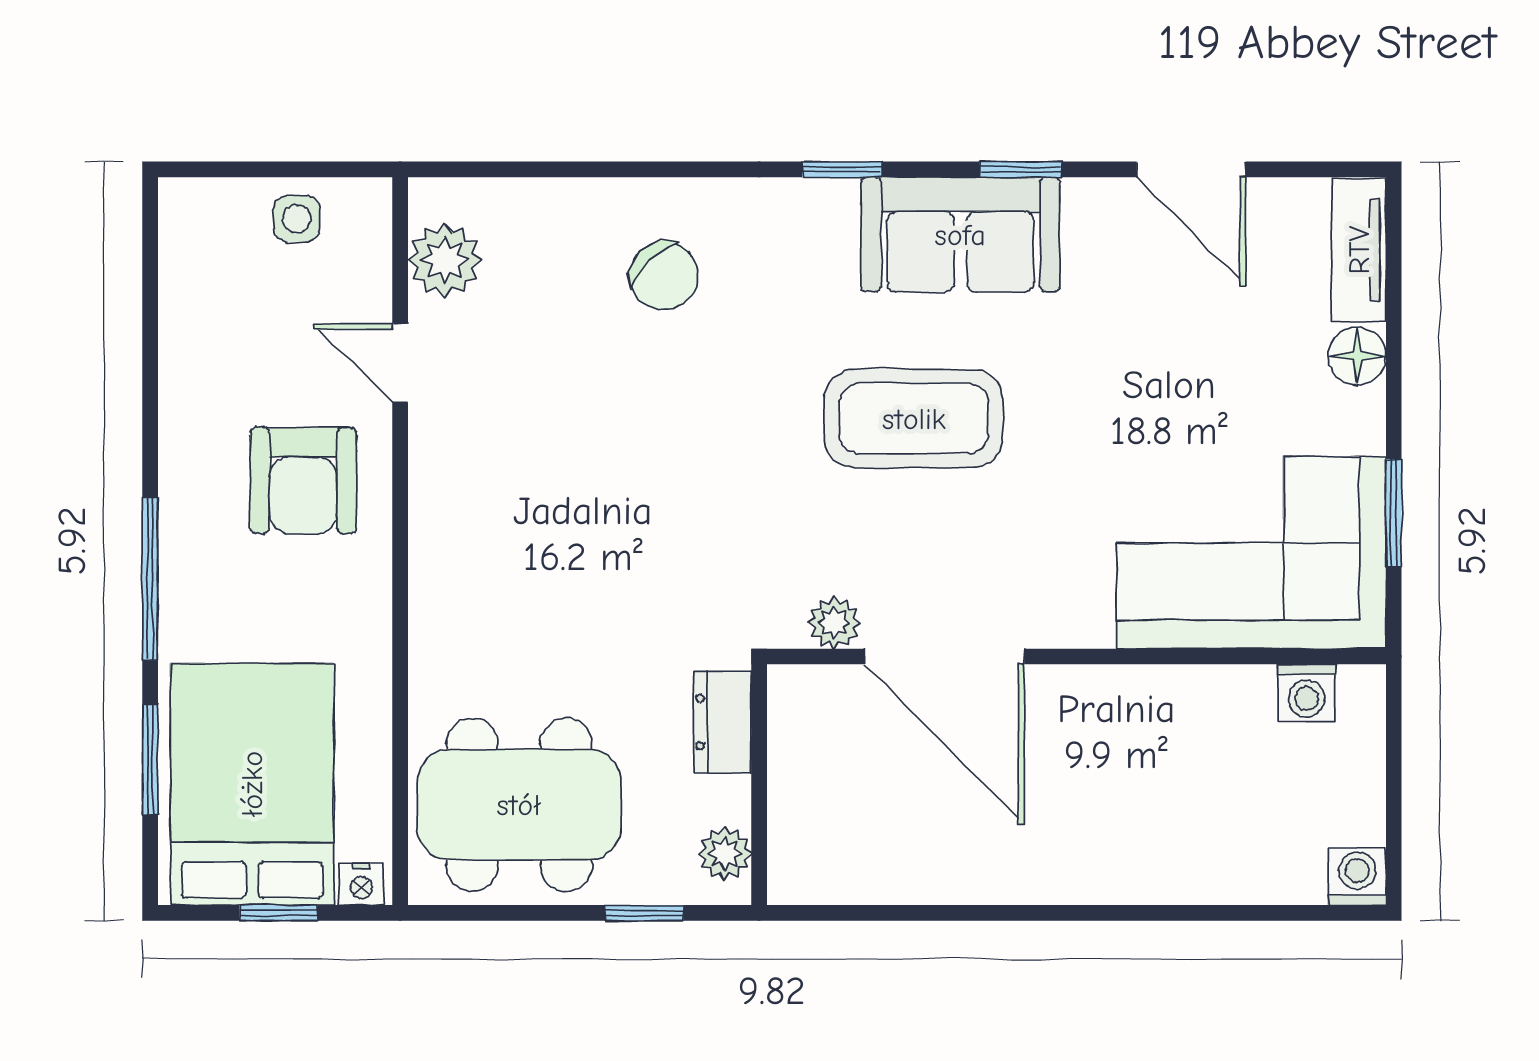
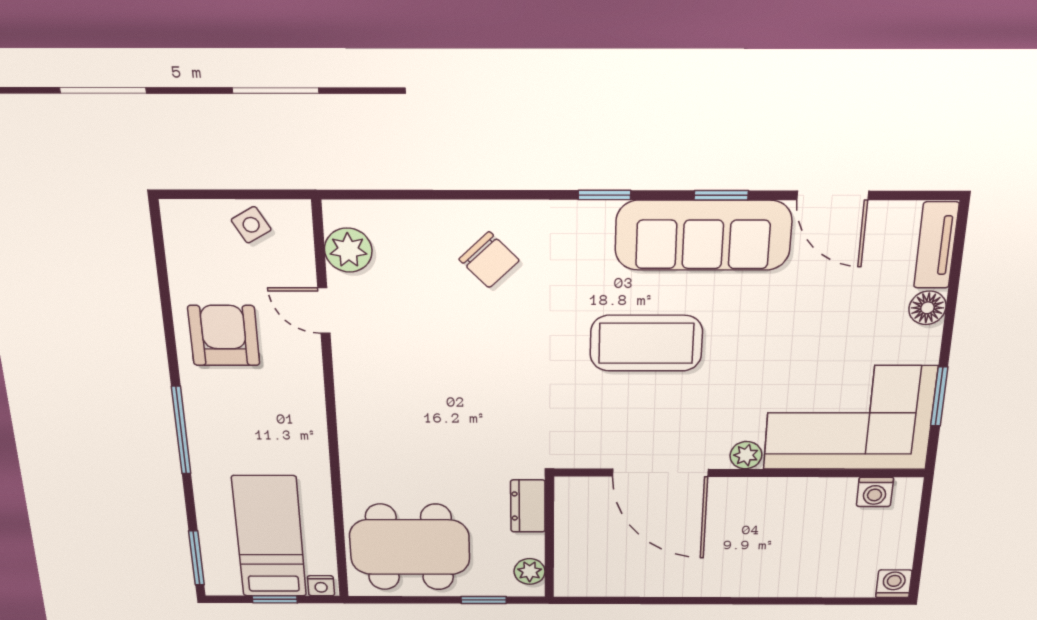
side table: (297, 219) -> (251, 225), turned -30
sofa: (960, 235) -> (703, 235), width x1.36
armchair: (303, 480) -> (224, 336), moved, turned 180
plant: (834, 623) -> (746, 455), moved
window: (150, 759) -> (197, 558), moved
bed: (252, 784) -> (269, 537), width x0.67

